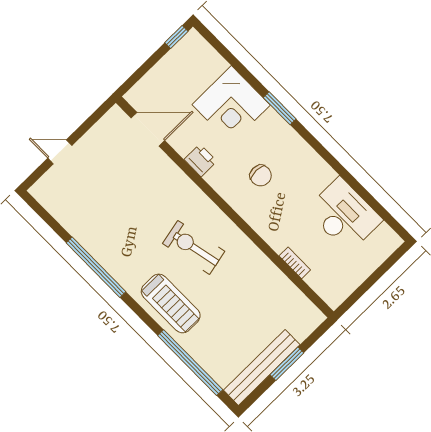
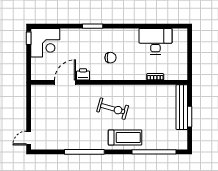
corner desk: (231, 105) -> (45, 43), moved
door: (148, 129) -> (65, 82), moved
door: (60, 152) -> (29, 138), moved
exercise bike: (194, 247) -> (113, 109), turned -152
bench: (262, 367) -> (182, 107), moved

